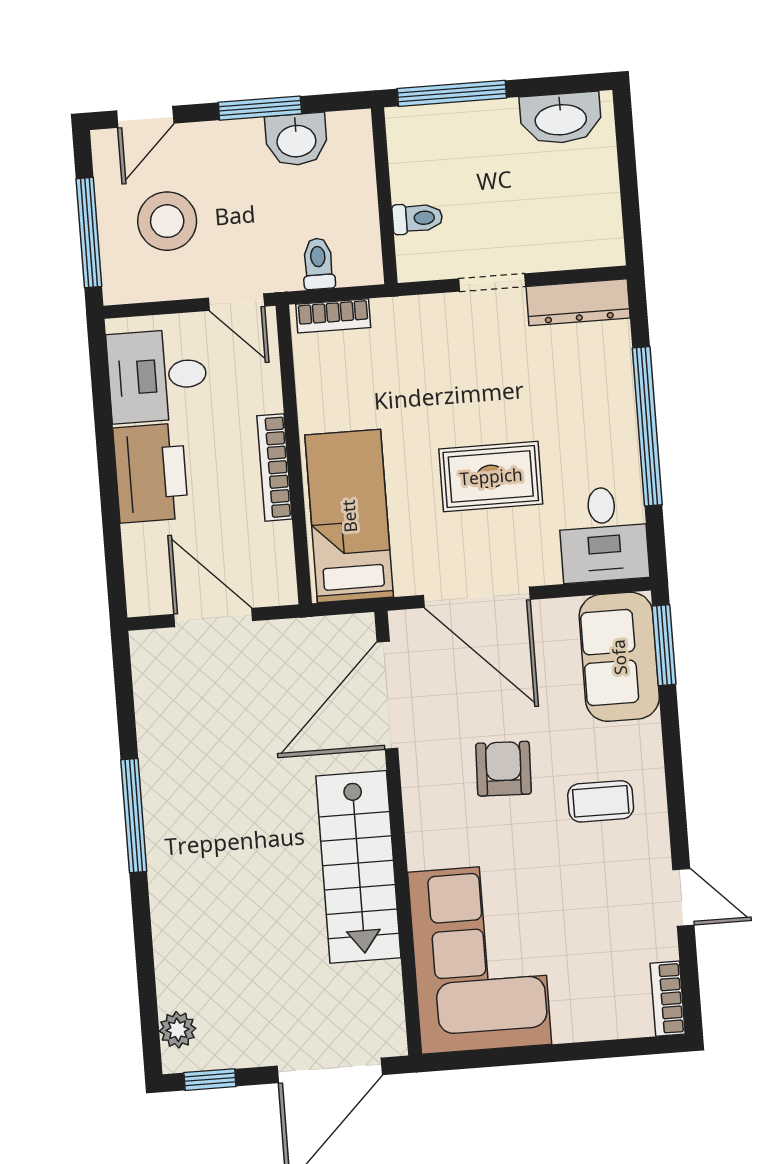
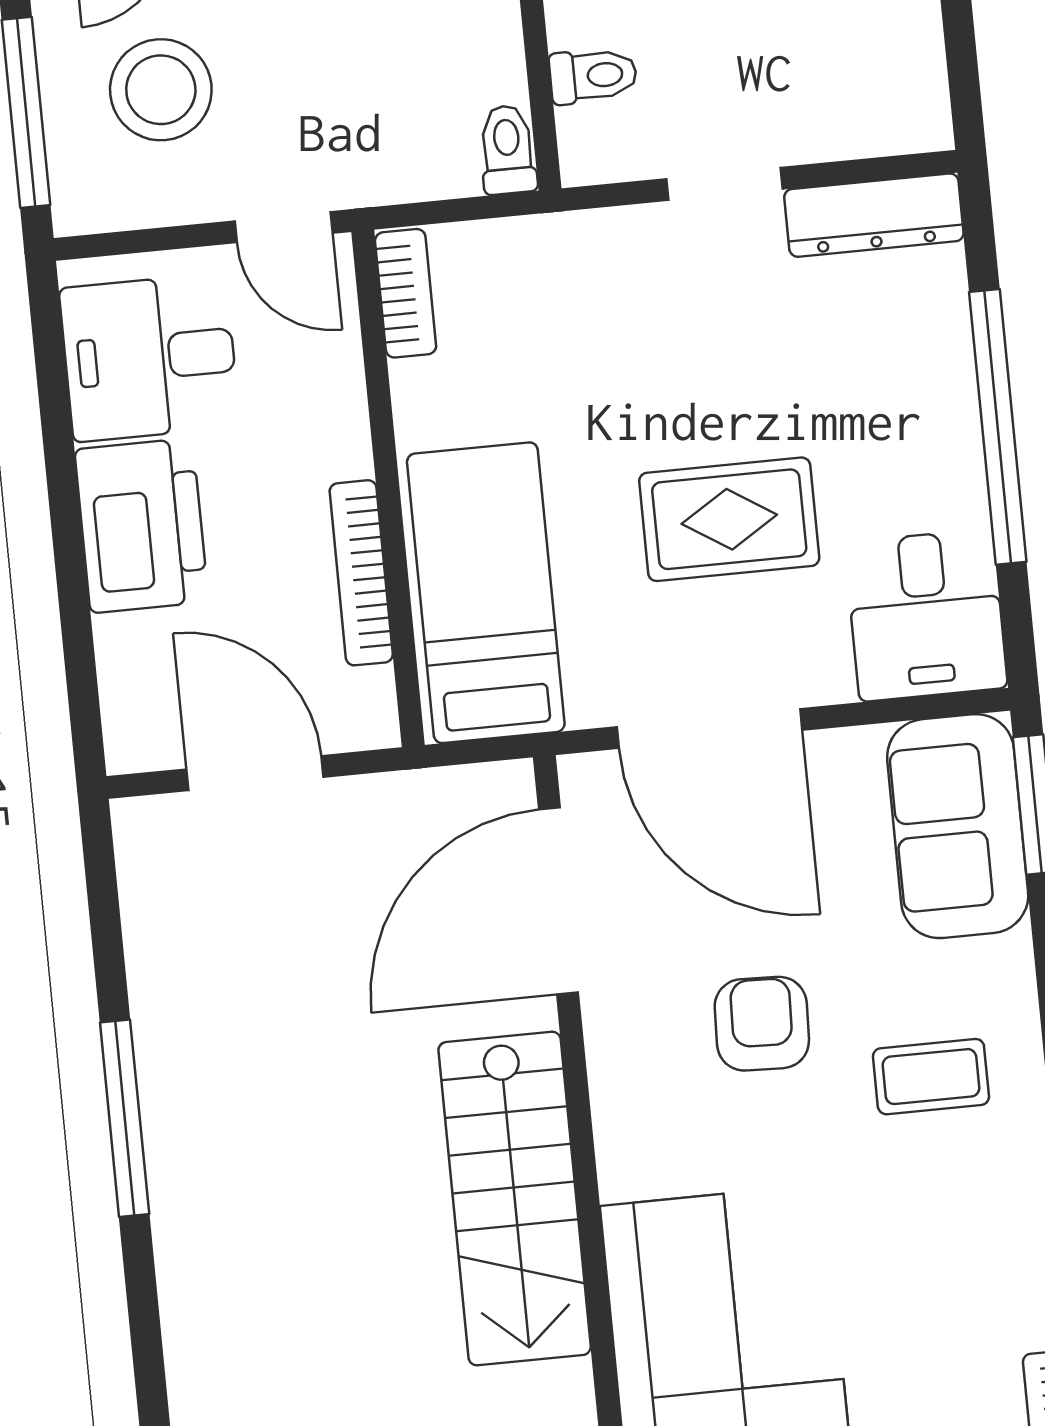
toilet: (318, 264) -> (507, 150), moved
bookcase: (333, 316) -> (406, 293), moved, turned -90
bookcase: (274, 467) -> (361, 573), moved

